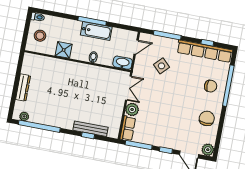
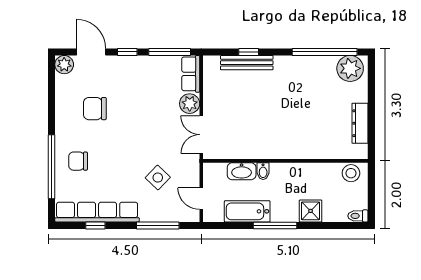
bathtub: (96, 31) -> (247, 211), moved
stool: (40, 36) -> (351, 173), moved
door: (136, 47) -> (201, 199), hinge flipped
shower: (64, 50) -> (311, 211), moved
washbasin: (123, 63) -> (242, 171), moved
dresser: (23, 87) -> (360, 123), moved
plant: (24, 116) -> (350, 68), width x1.88, depth x1.88
chair: (207, 118) -> (95, 109), moved, turned 90

